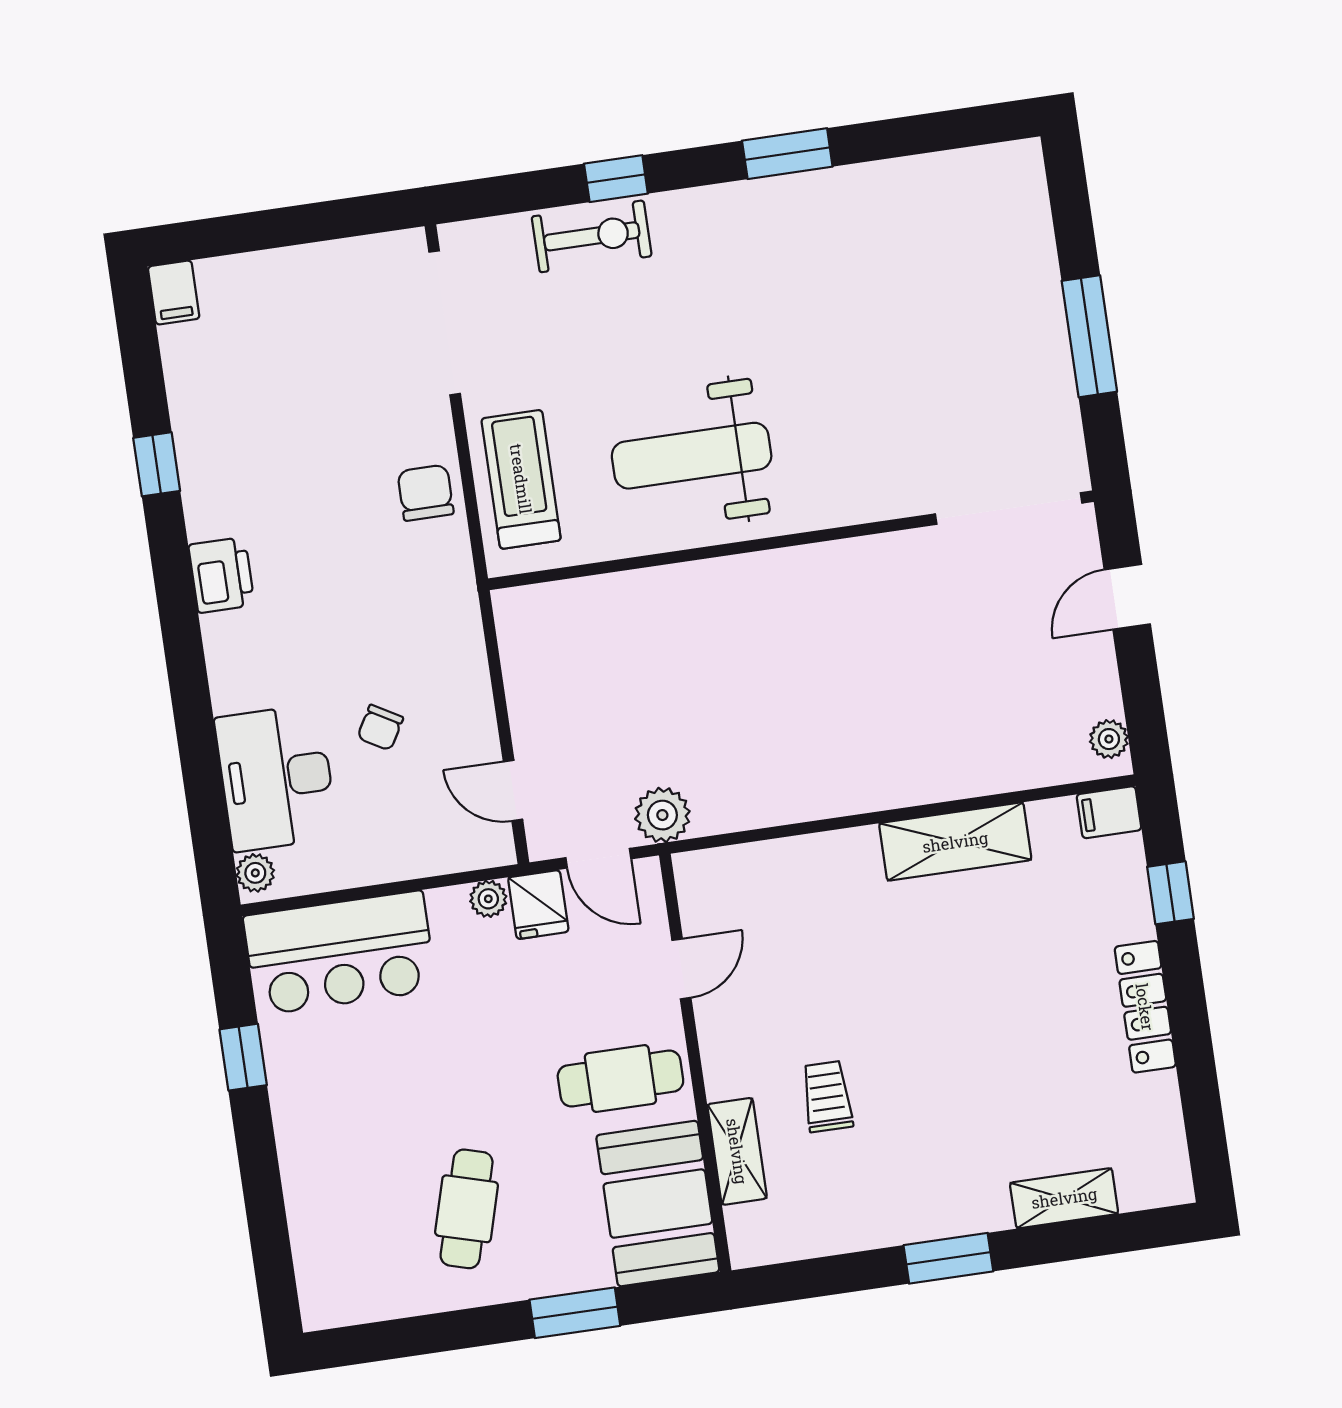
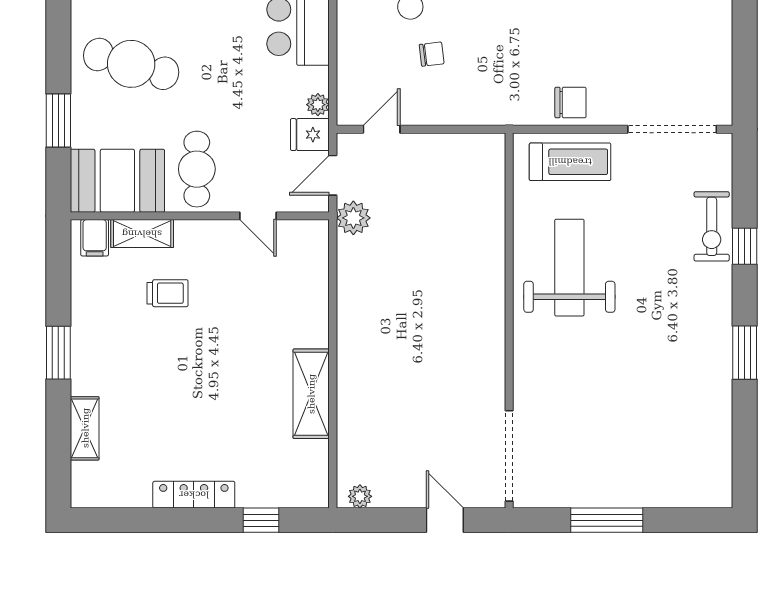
chair: (380, 728) -> (432, 54), turned 143
filing cabinet: (1109, 812) -> (95, 238), moved, turned 180
cafe table: (467, 1209) -> (131, 64), width x1.37, depth x1.35

